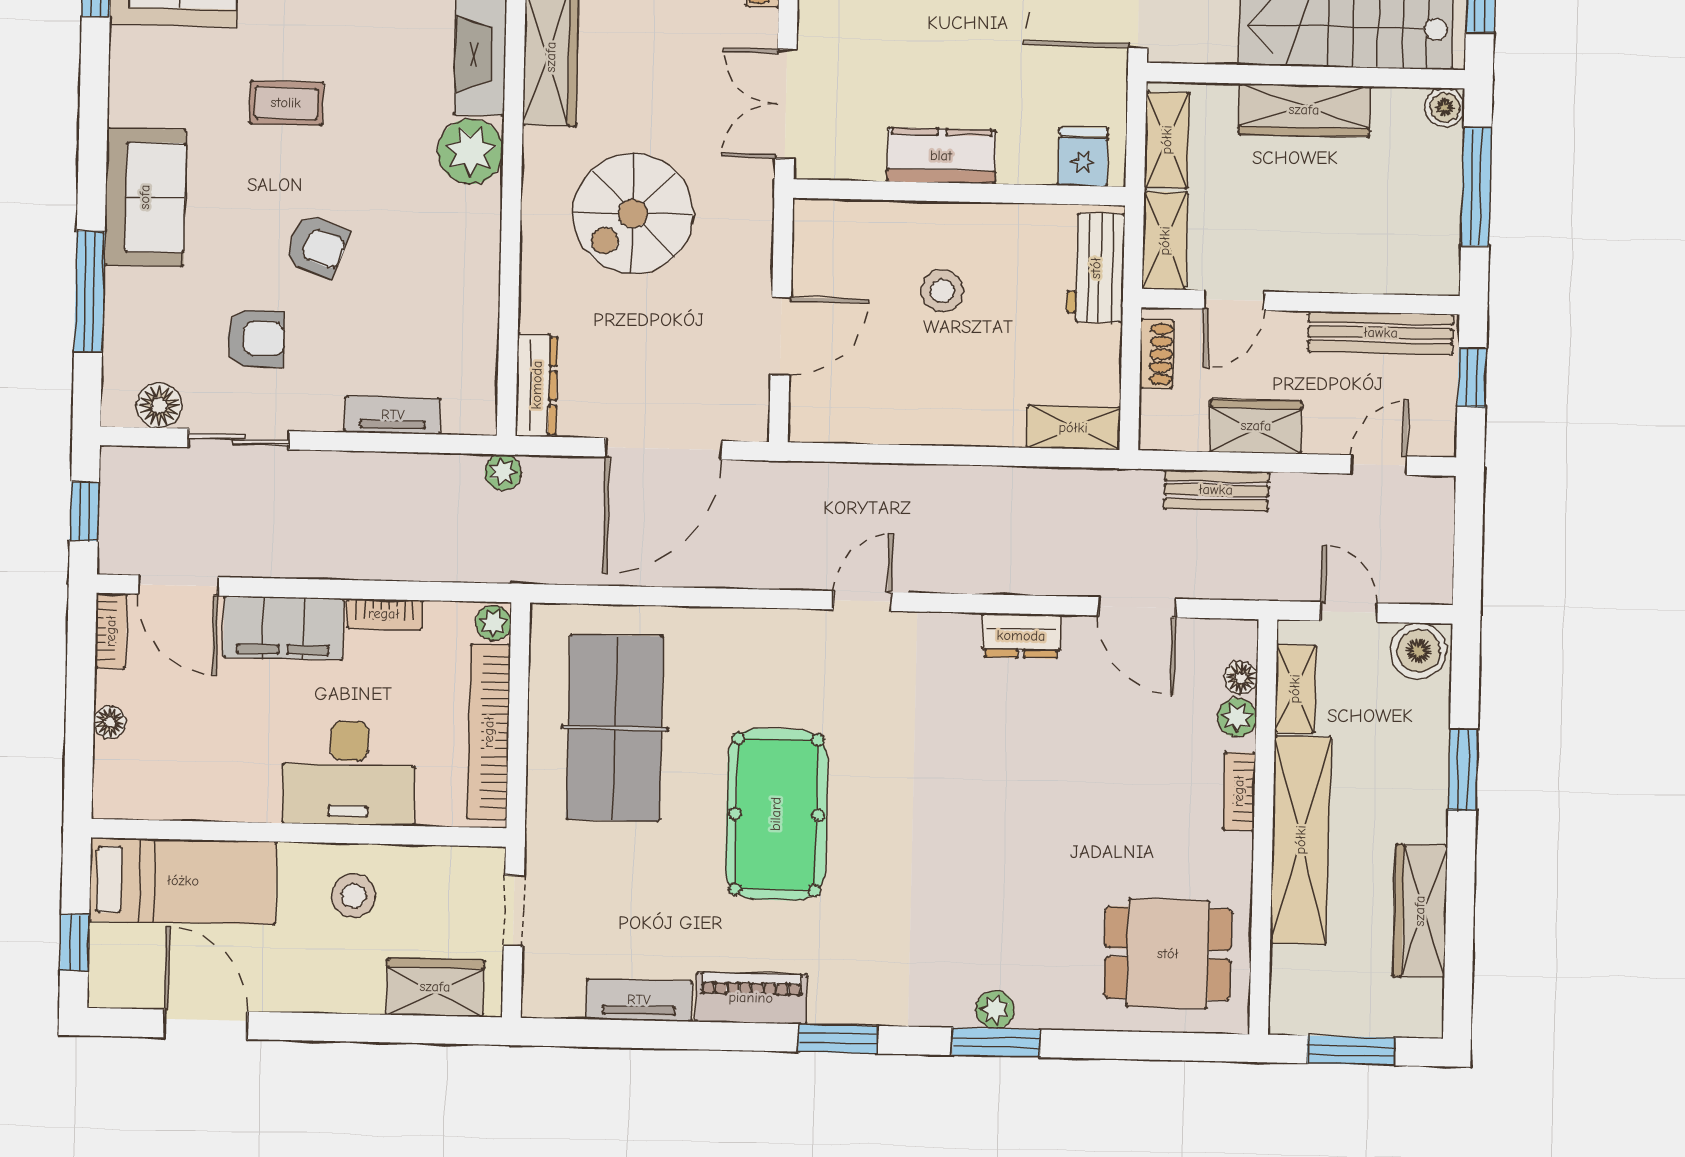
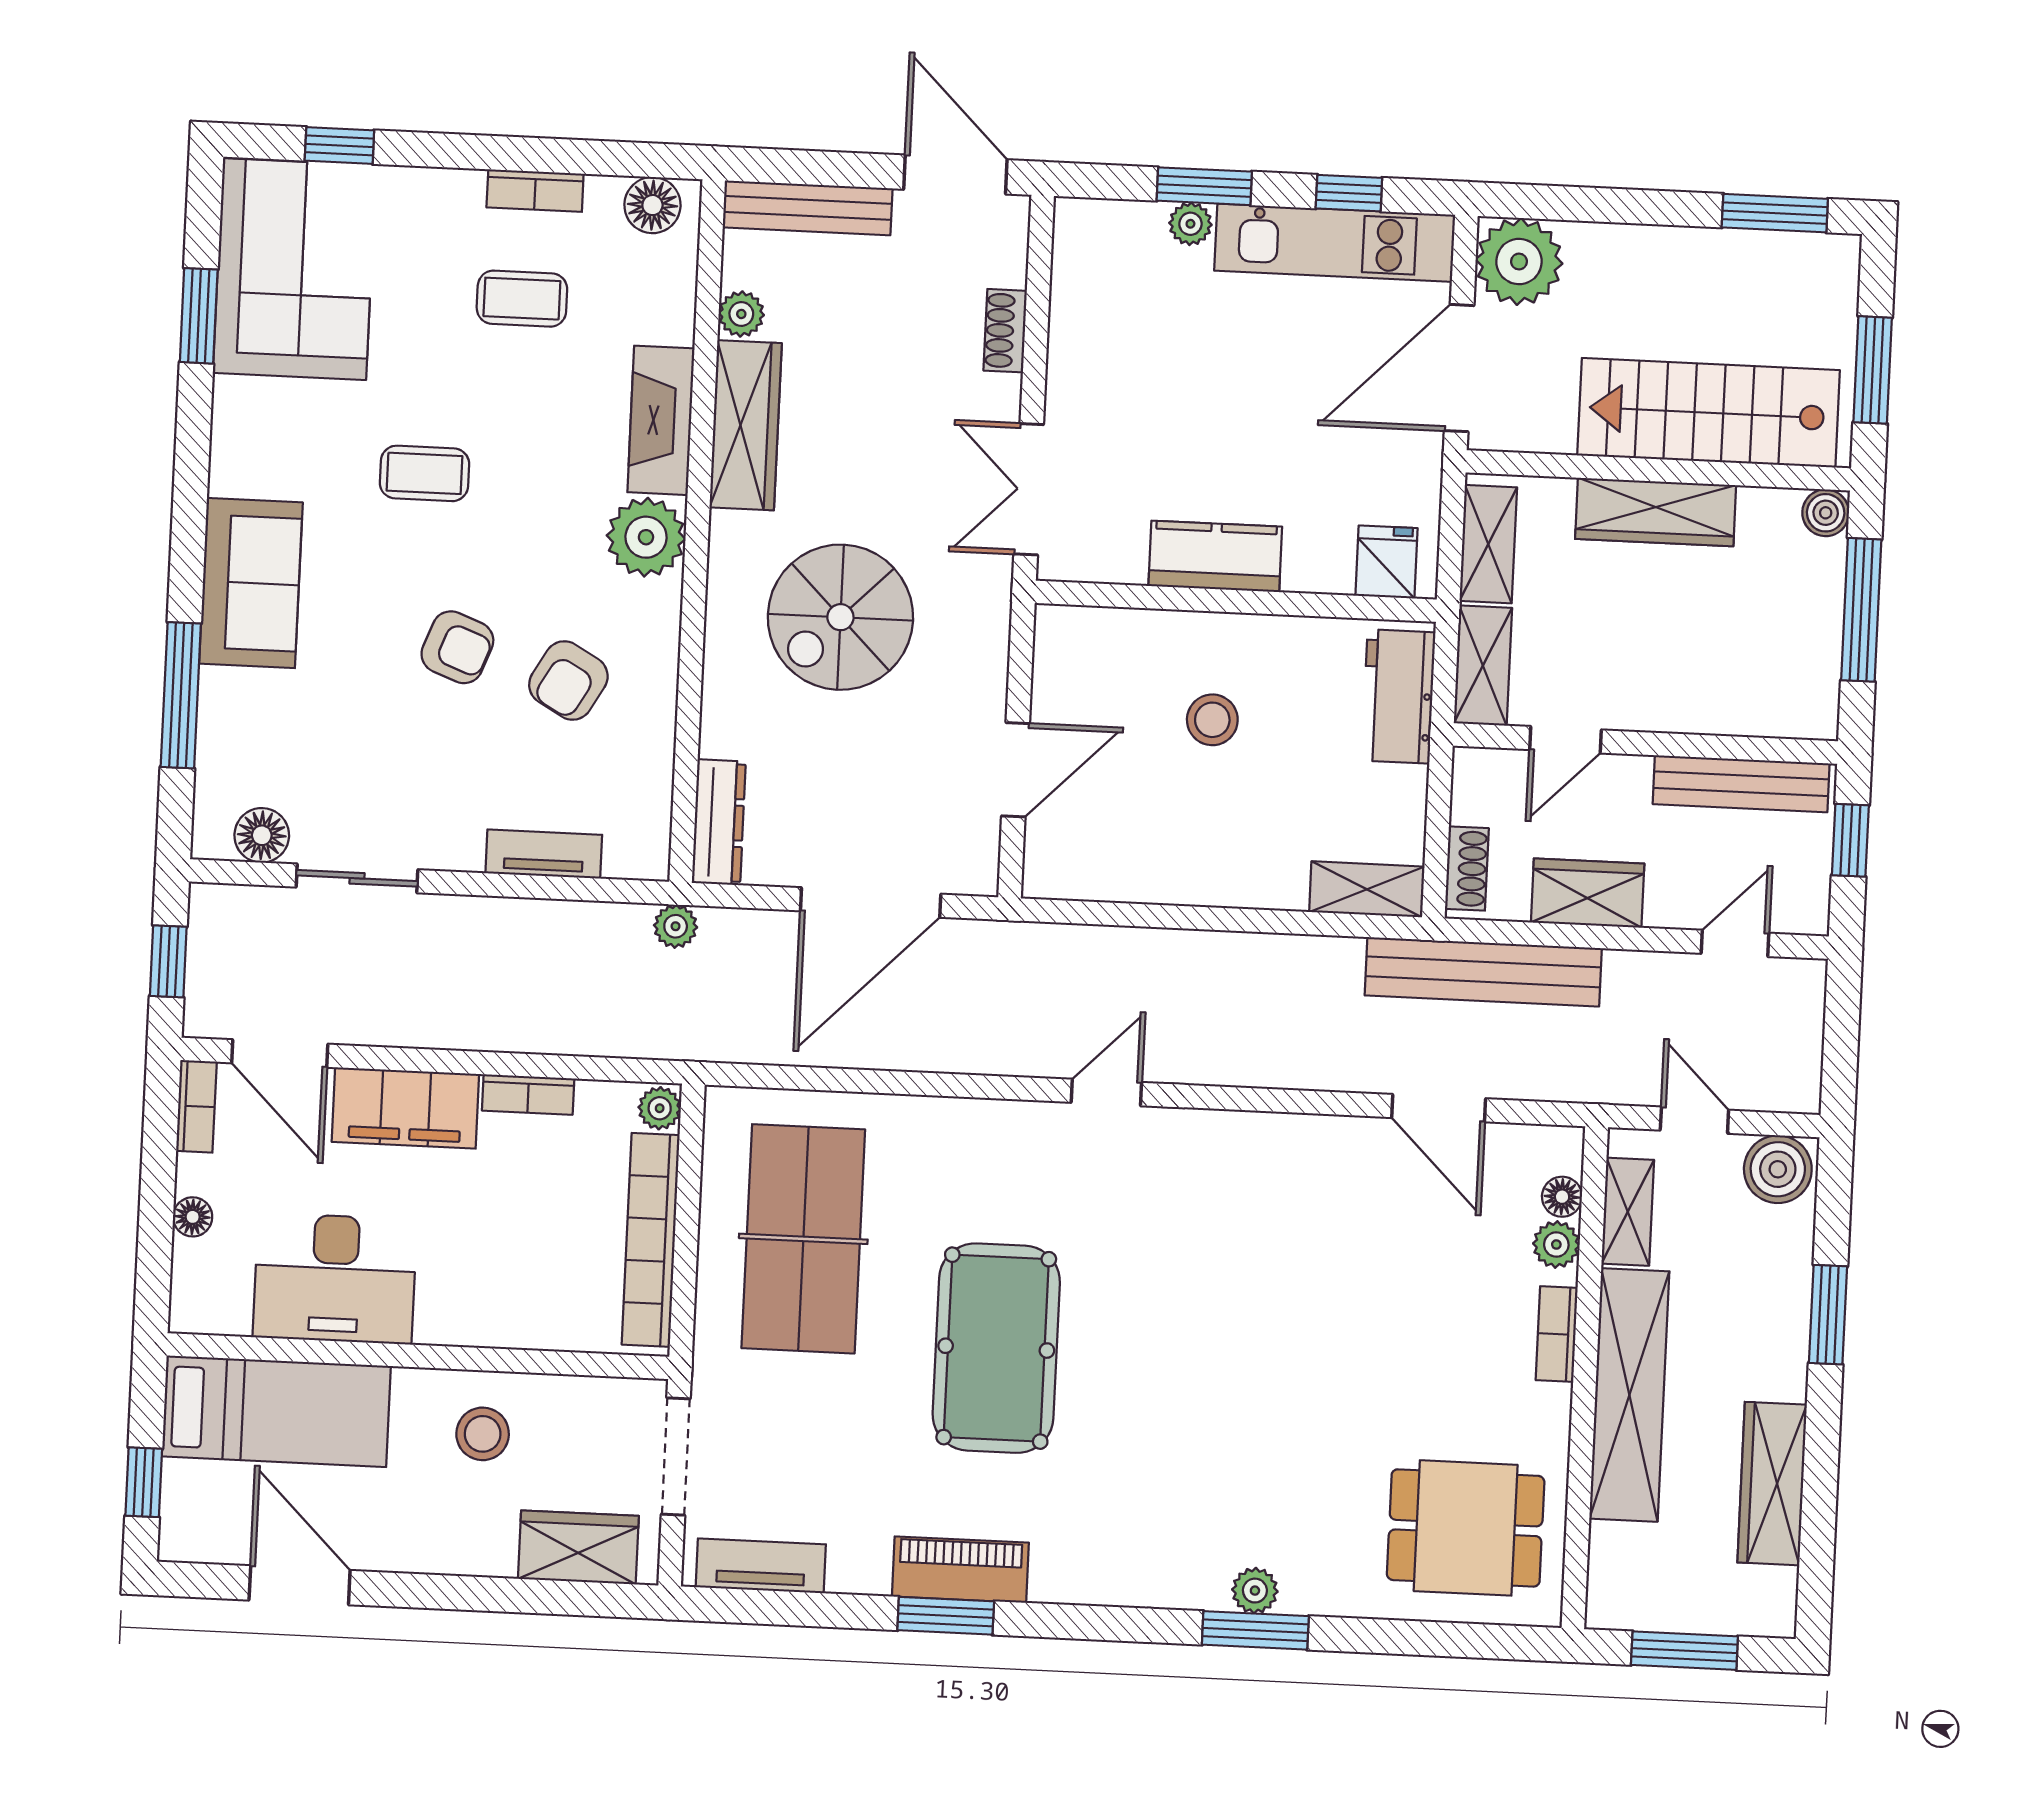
armchair: (256, 339) -> (568, 681), moved, turned 120
shoe rack: (1157, 354) -> (1467, 869), moved
bench: (1216, 490) -> (1483, 972), width x1.86, depth x1.21
dresser: (1021, 636) -> (1298, 1139), removed
desk: (349, 773) -> (335, 1278), moved
doorway: (514, 910) -> (676, 1457), width x1.38
tv unit: (639, 1000) -> (761, 1566), moved
window: (838, 1039) -> (946, 1616), moved

